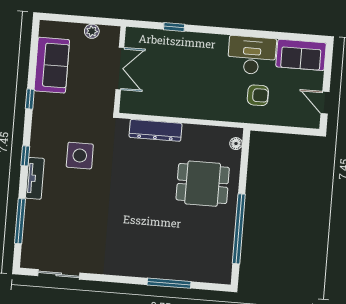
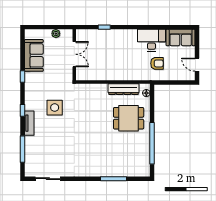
dresser: (155, 130) -> (124, 89), moved

